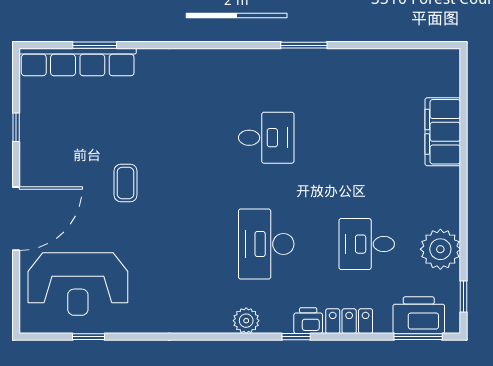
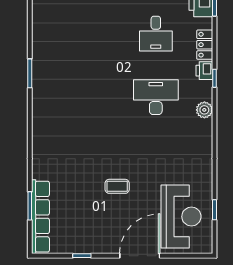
desk: (266, 138) -> (88, 97), removed
door: (16, 219) -> (140, 256), hinge flipped
desk: (266, 244) -> (156, 97), turned 180

